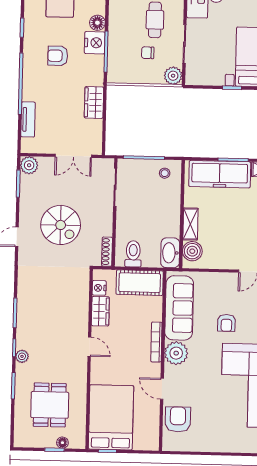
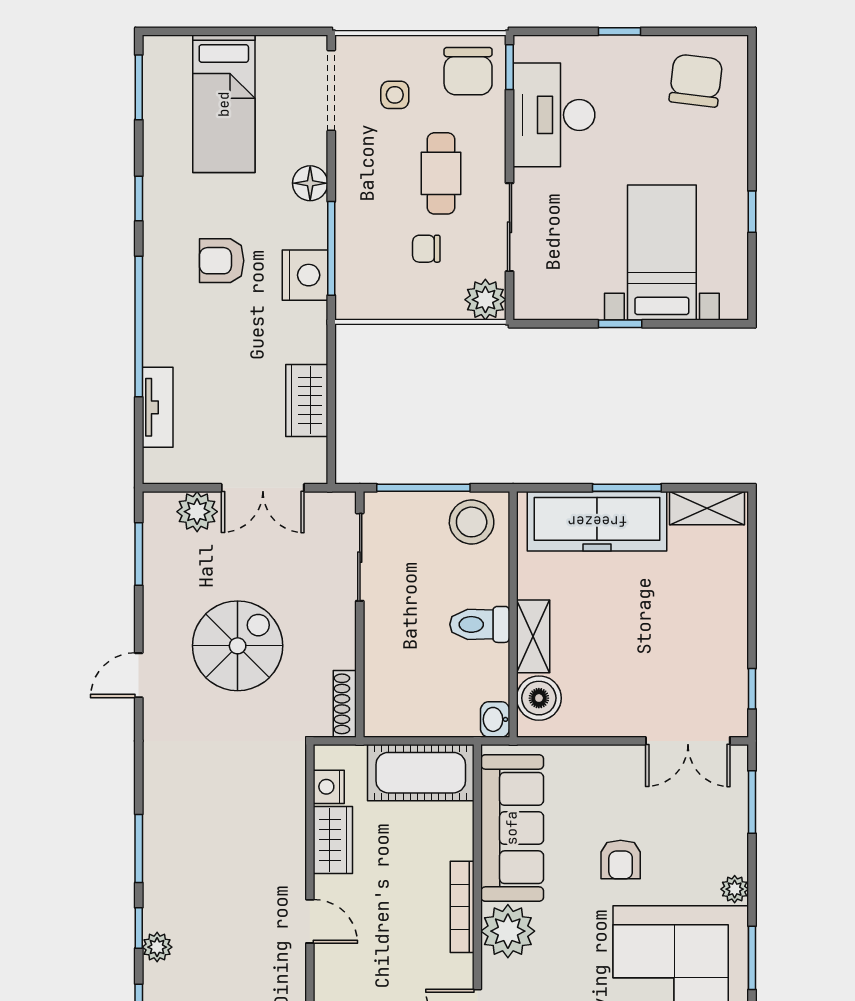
nightstand: (95, 43) -> (305, 275), moved
wardrobe: (94, 102) -> (307, 400), moved
plant: (29, 165) -> (197, 512), moved
stool: (165, 173) -> (472, 522), width x1.89, depth x1.89
spiral stairs: (61, 225) -> (238, 646), turned -90
washbasin: (170, 253) -> (495, 719), width x0.52, depth x0.69
toilet: (133, 254) -> (480, 624), moved, turned -90

